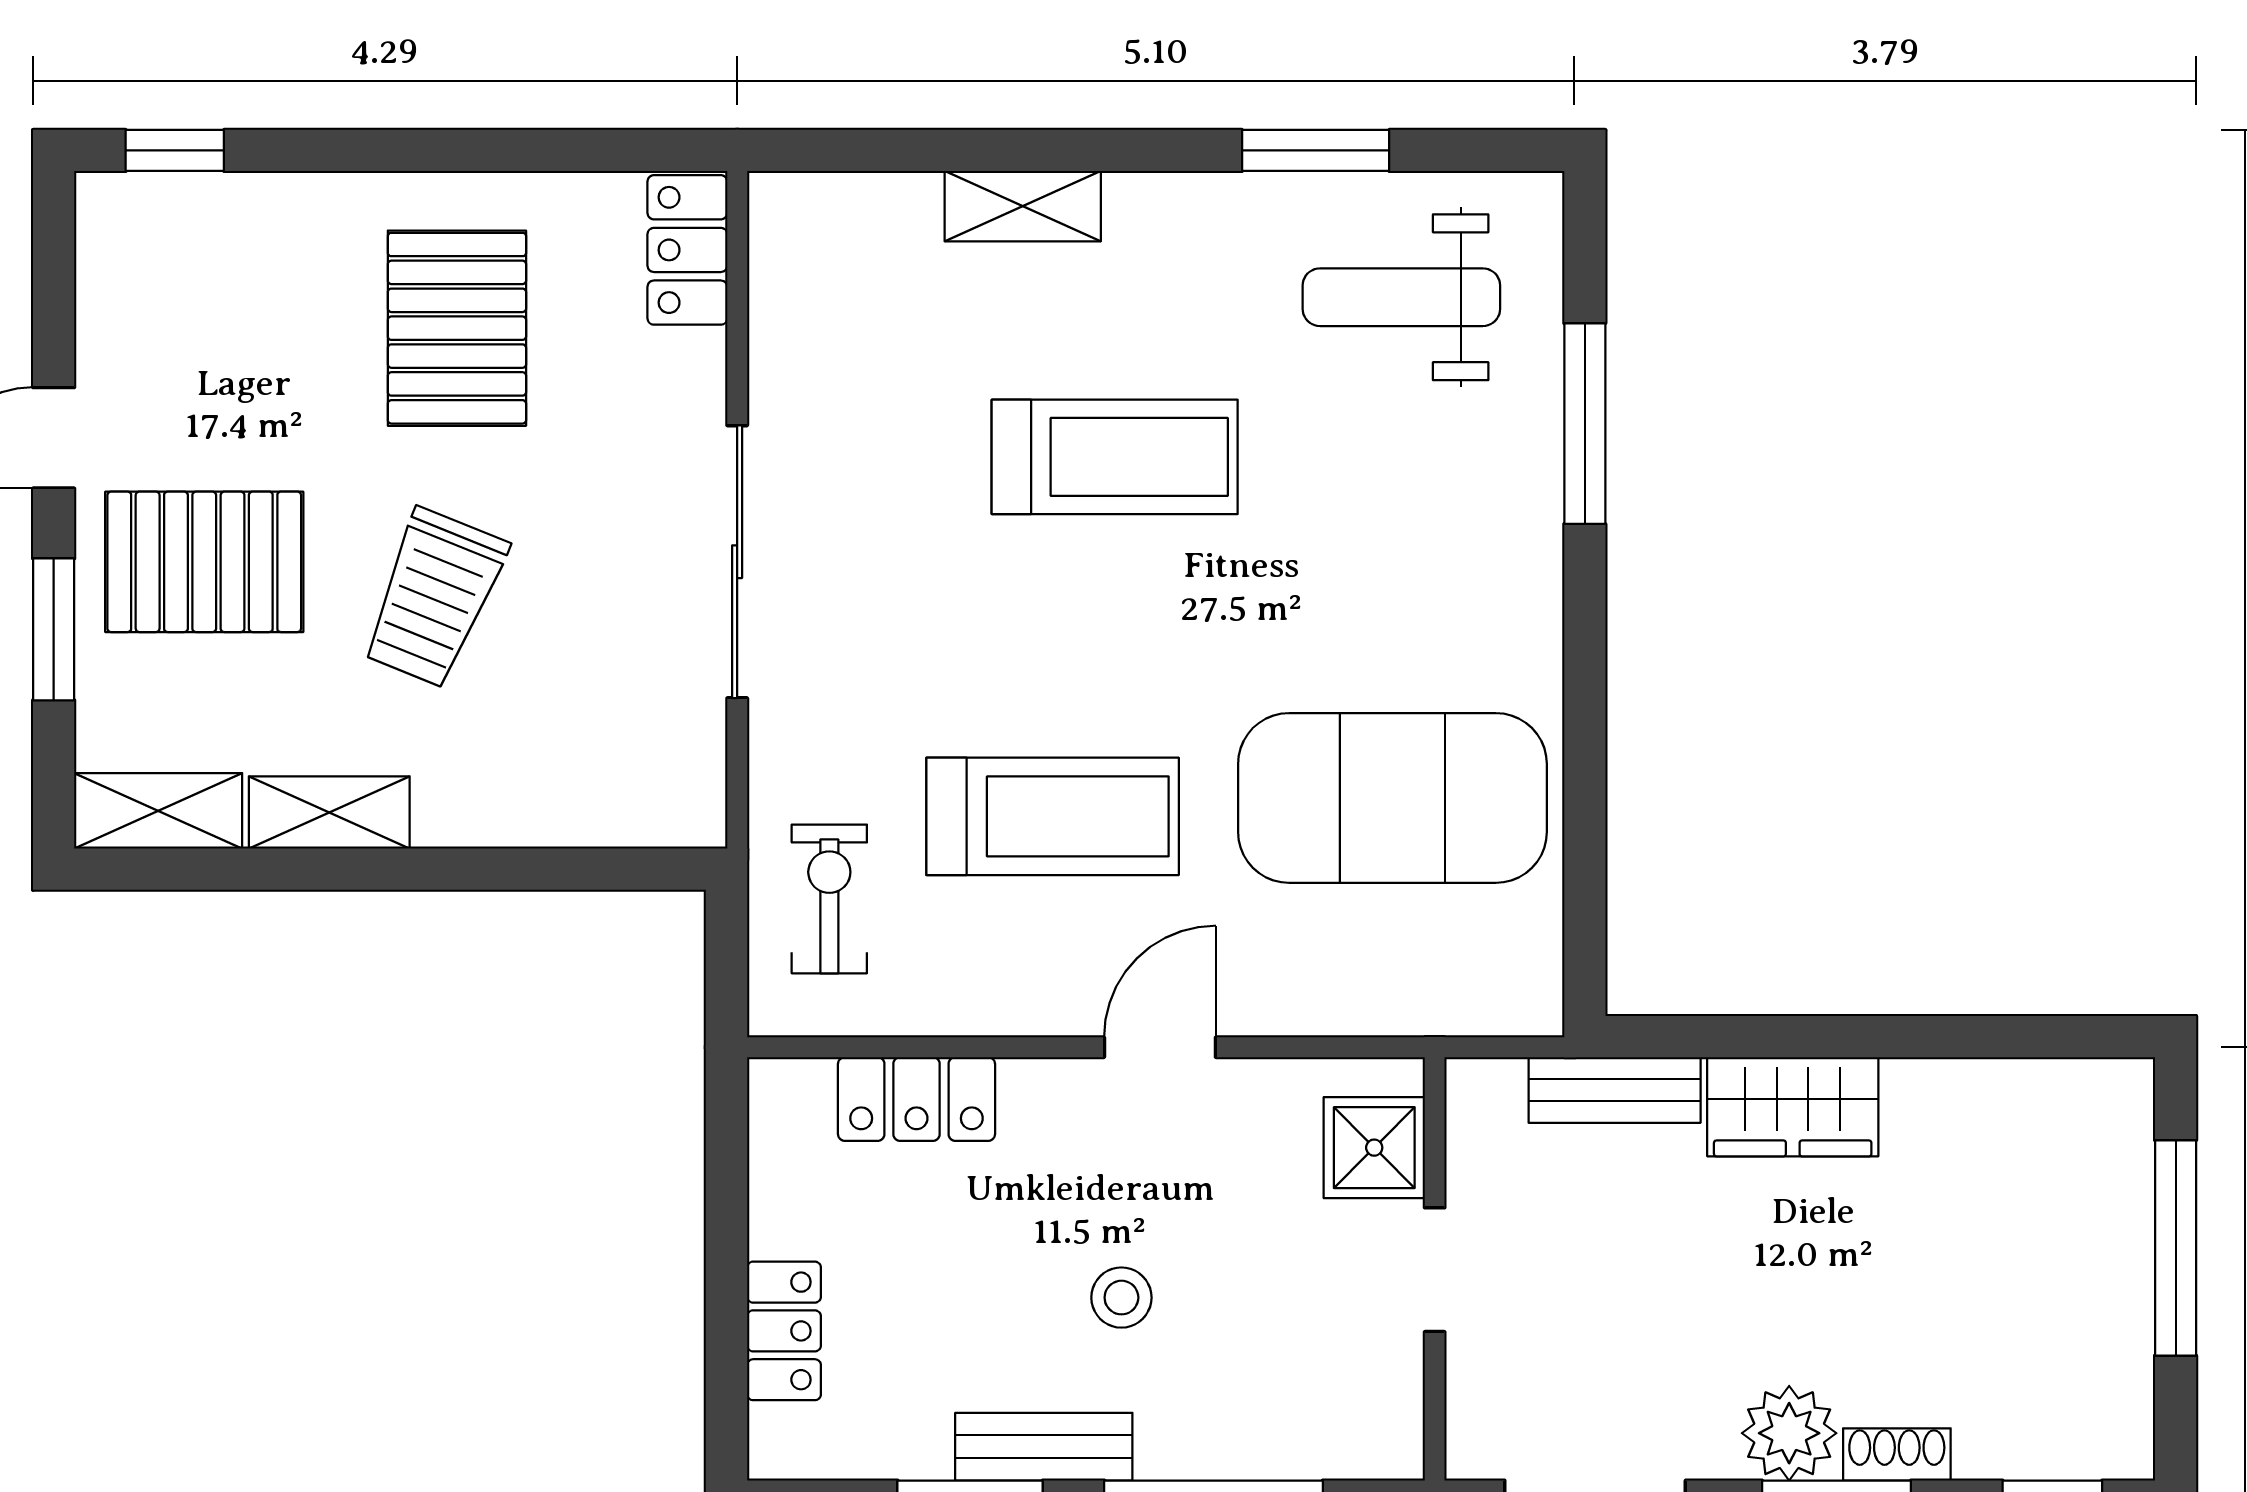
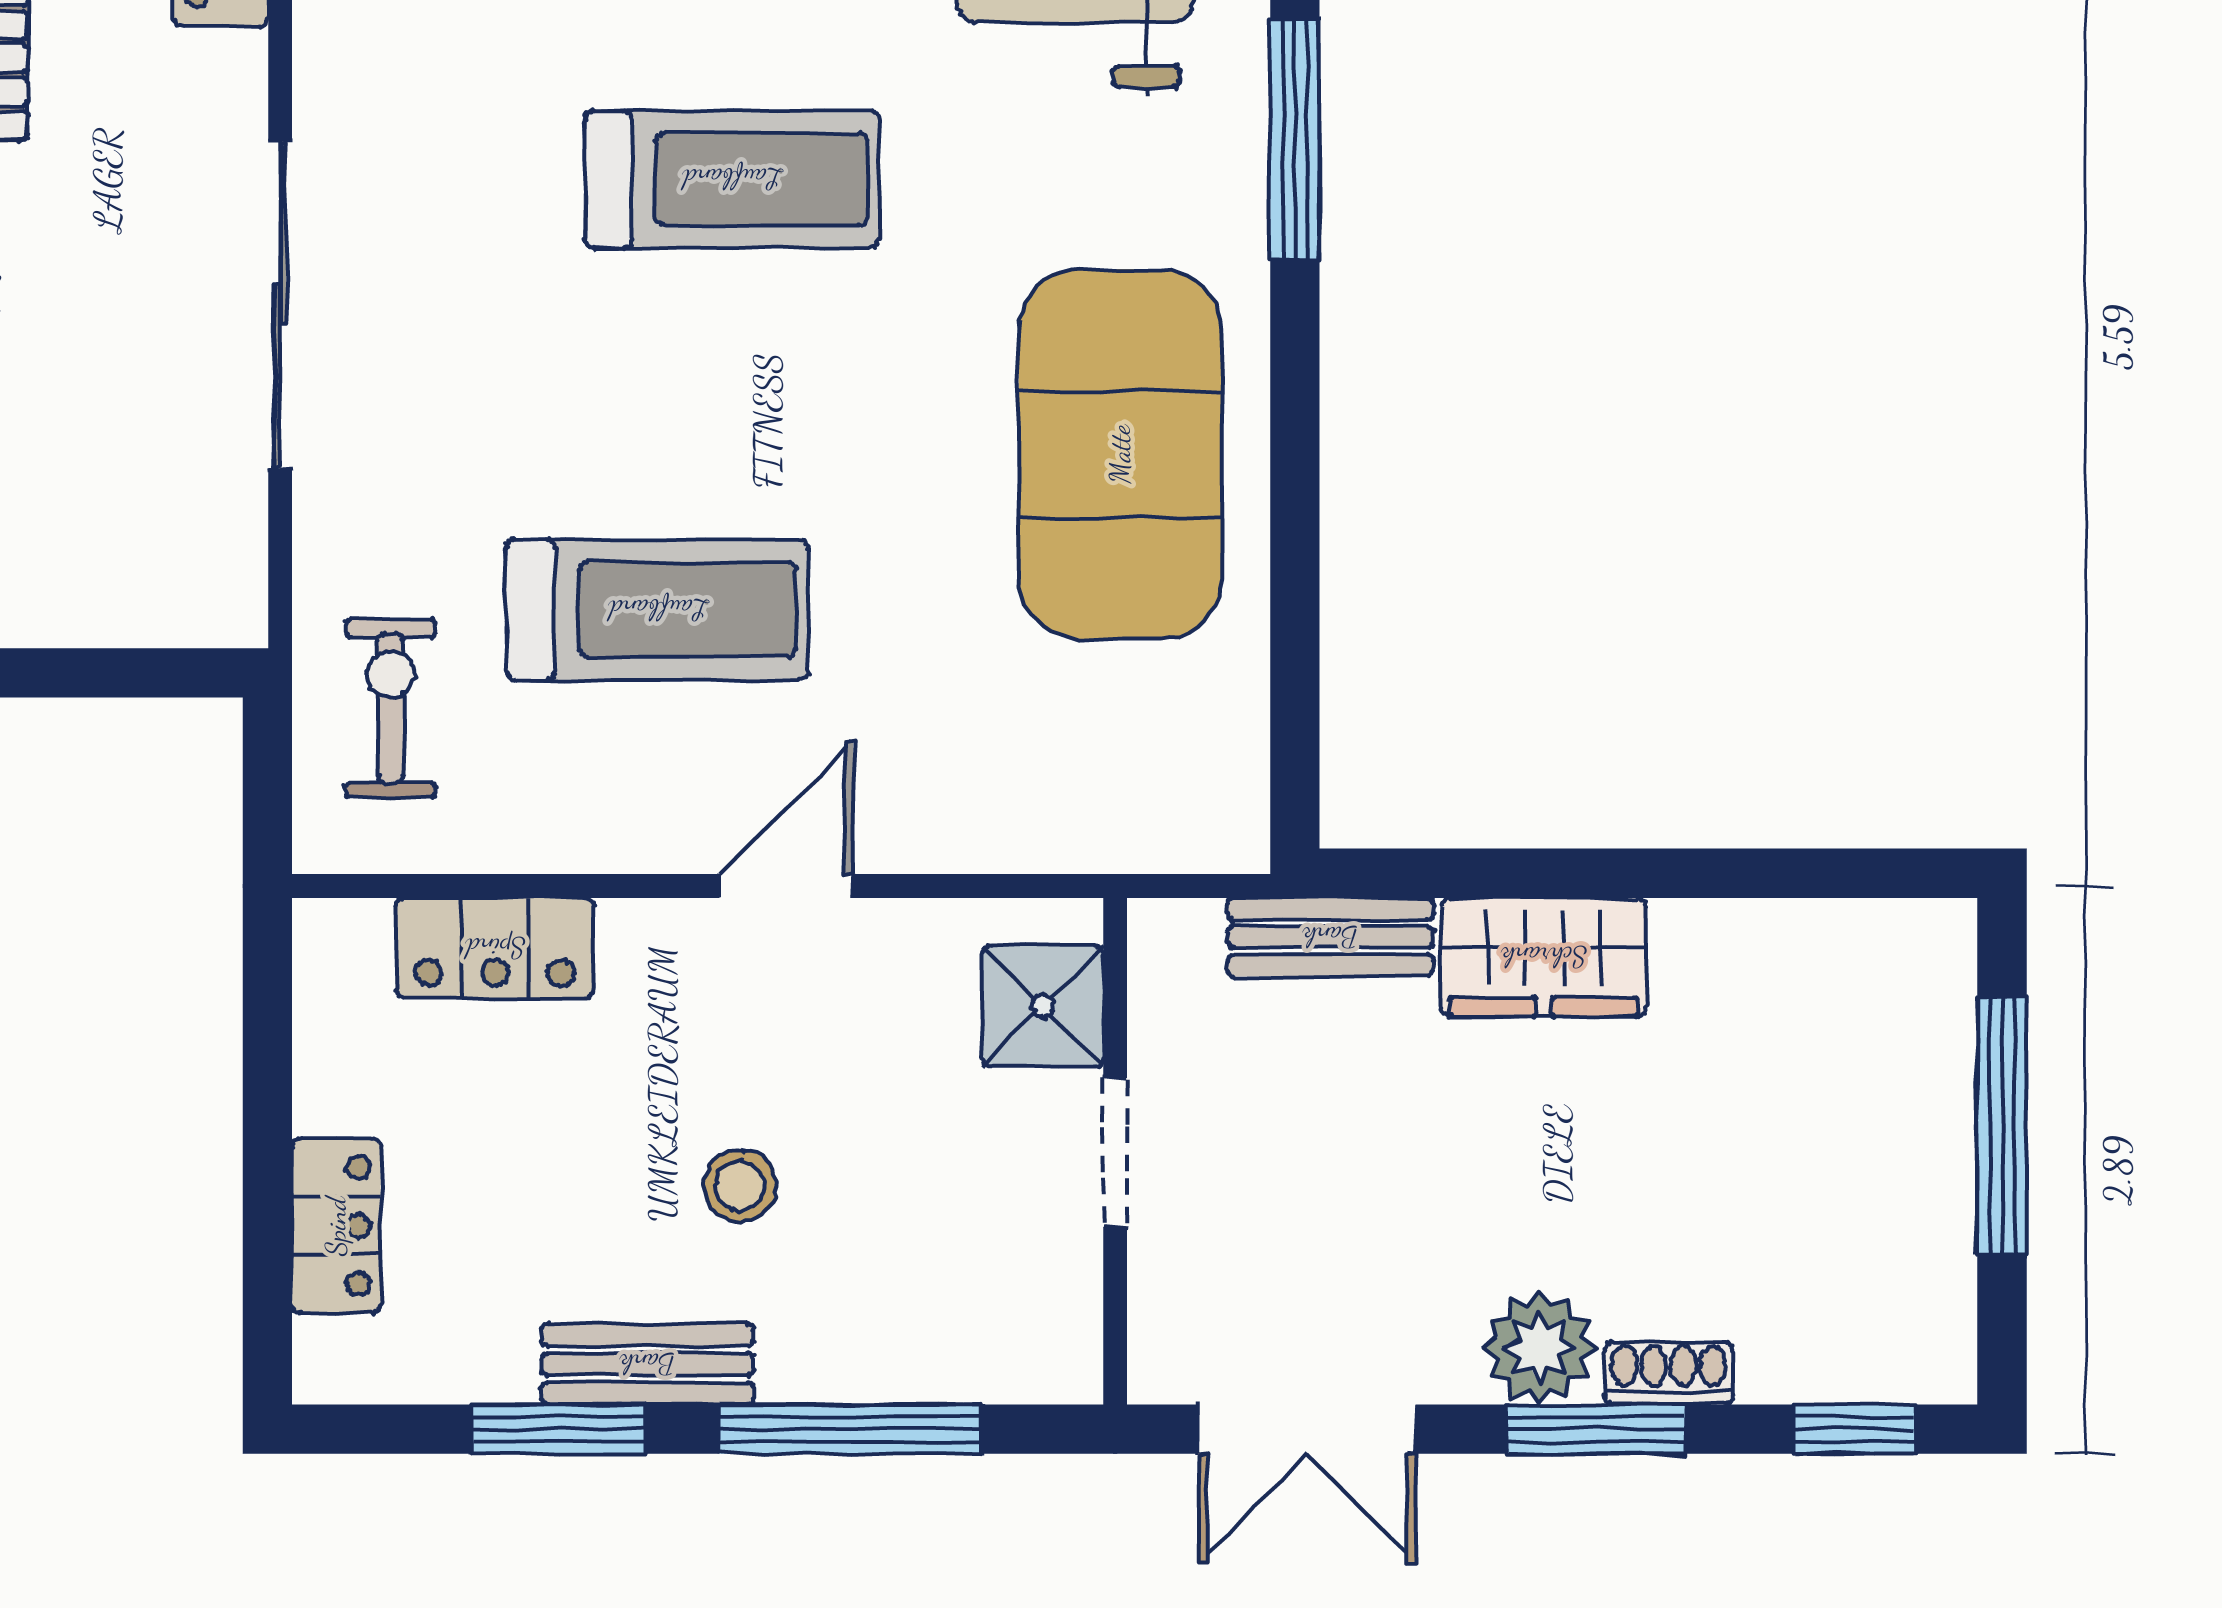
exercise mat: (1392, 798) -> (1120, 454), moved, turned 90

